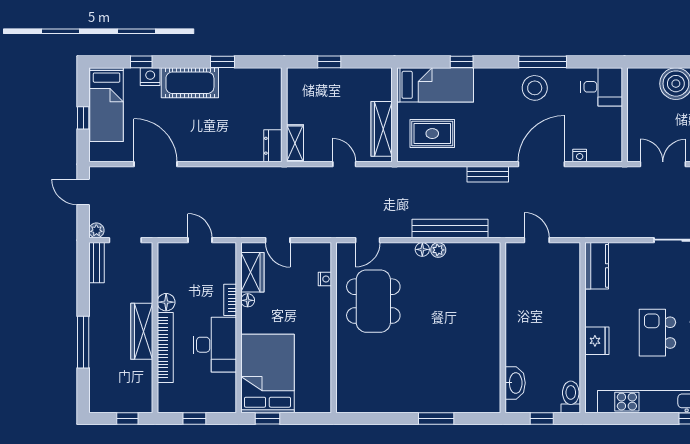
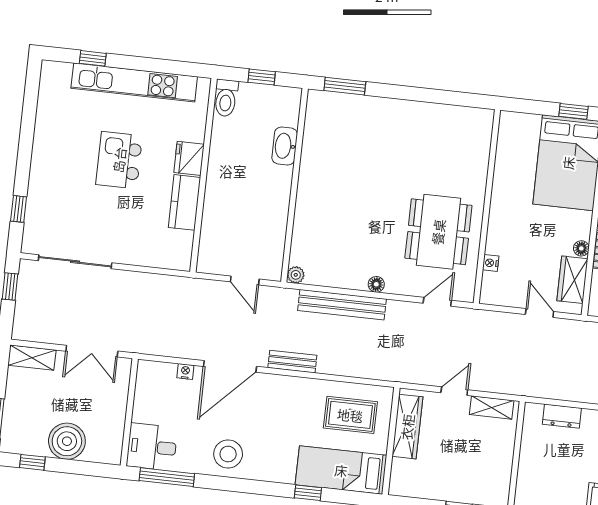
window: (543, 62) -> (167, 477), moved
shelving: (295, 143) -> (492, 408), moved, turned 90
dresser: (273, 146) -> (562, 416), moved, turned 90
door: (344, 164) -> (454, 391), swing flipped
plant: (438, 250) -> (296, 275), moved
kitchen counter: (597, 266) -> (184, 202), moved
kitchen island: (657, 333) -> (119, 160), turned 180
washbasin: (515, 383) -> (285, 146), moved
window: (436, 419) -> (345, 86), moved

